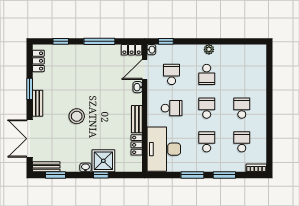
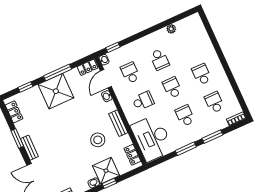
plant: (209, 49) -> (171, 29), moved
shower: (89, 59) -> (56, 91), added
stool: (77, 116) -> (98, 140), moved
locker: (137, 145) -> (132, 155), moved

